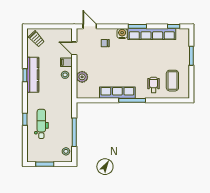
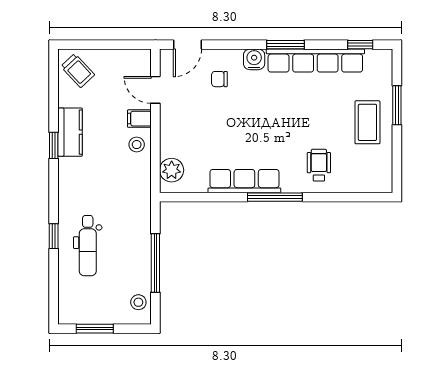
door: (90, 26) -> (188, 45), swing flipped
kitchen counter: (33, 75) -> (70, 132), width x0.67
plant: (82, 77) -> (172, 170), moved
coffee table: (172, 81) -> (367, 122), moved
dental chair: (41, 124) -> (88, 246), turned 180

